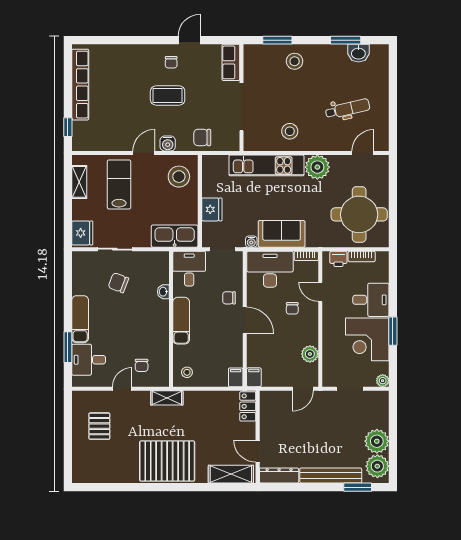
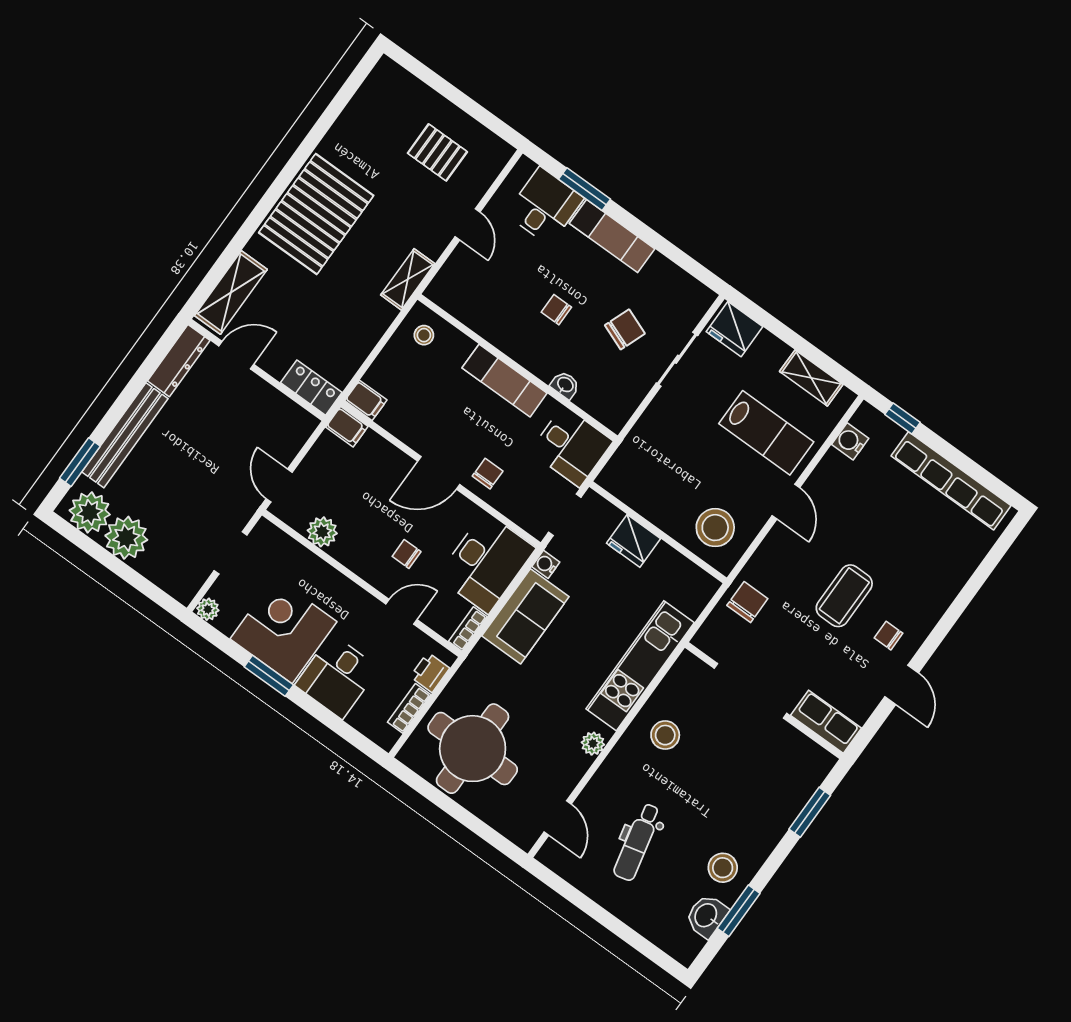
stool: (295, 61) -> (723, 868), moved
water cooler: (168, 143) -> (850, 441), moved
plant: (317, 167) -> (593, 744), width x0.53, depth x0.53
kitchen sink: (175, 236) -> (634, 459), removed
chair: (142, 365) -> (556, 310), moved

